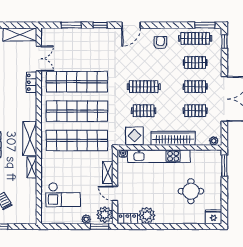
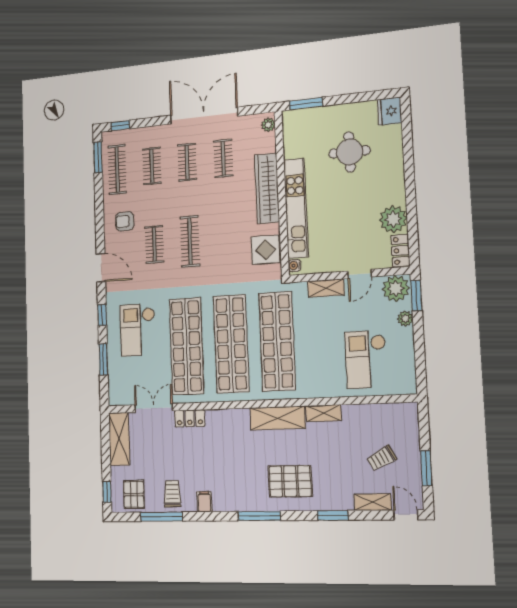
checkout: (89, 49) -> (138, 330), added
clothes rail: (144, 111) -> (154, 244), moved
checkout: (63, 195) -> (366, 359), turned 180

